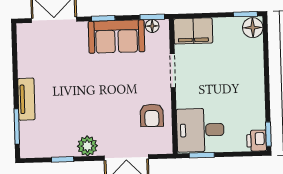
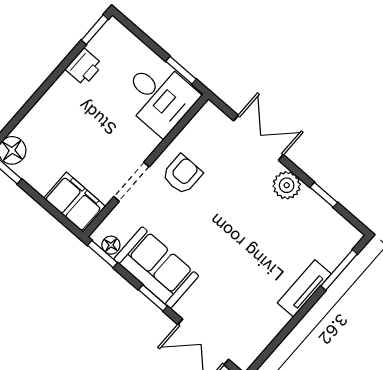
armchair: (152, 115) -> (182, 174), moved
printer: (257, 141) -> (84, 67), moved

